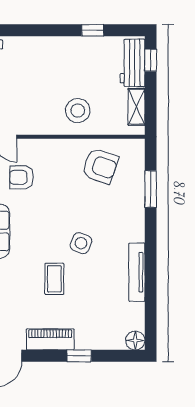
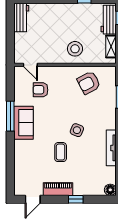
armchair: (100, 166) -> (89, 83), turned 132

